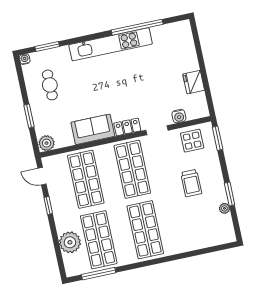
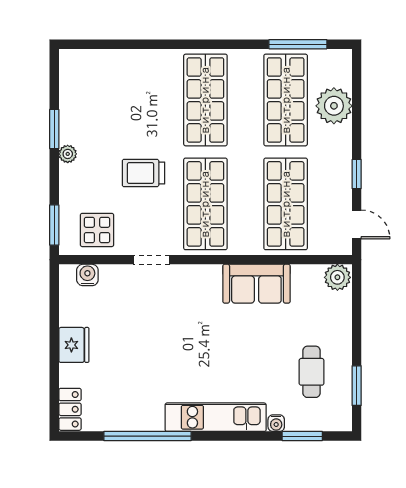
kitchen unit: (111, 44) -> (216, 417), width x0.73
water cooler: (25, 59) -> (276, 423), moved
fridge: (194, 82) -> (74, 345), moved
window: (29, 116) -> (357, 386), moved
water cooler: (179, 116) -> (87, 275), moved
locker: (127, 127) -> (70, 409), moved, turned -90
trolley: (191, 183) -> (143, 173), moved, turned -90
plant: (224, 208) -> (68, 154), moved

